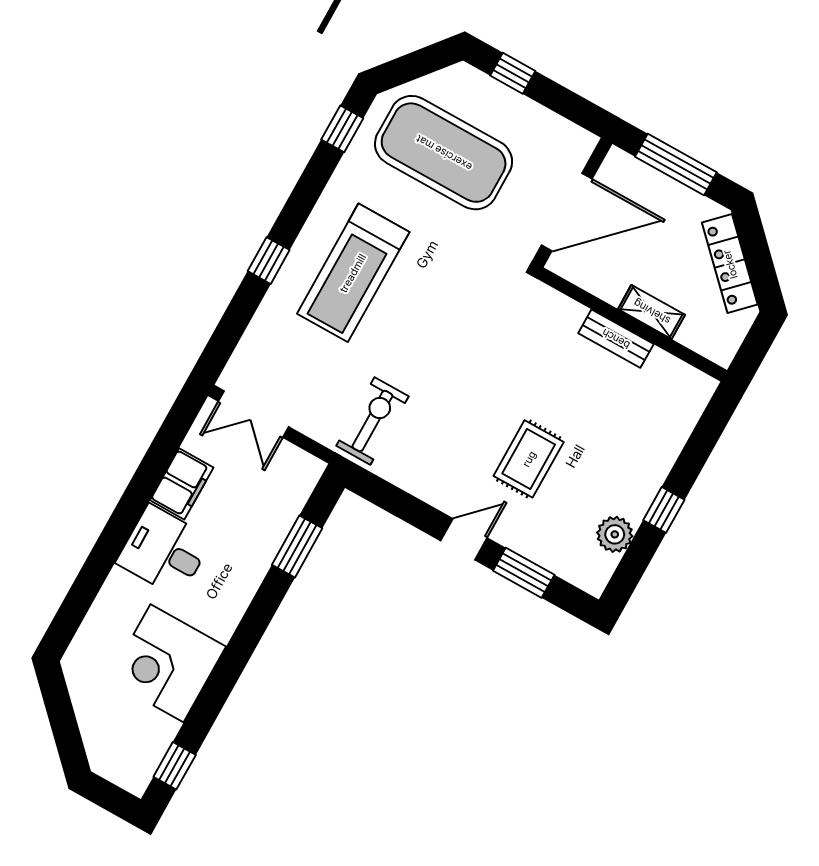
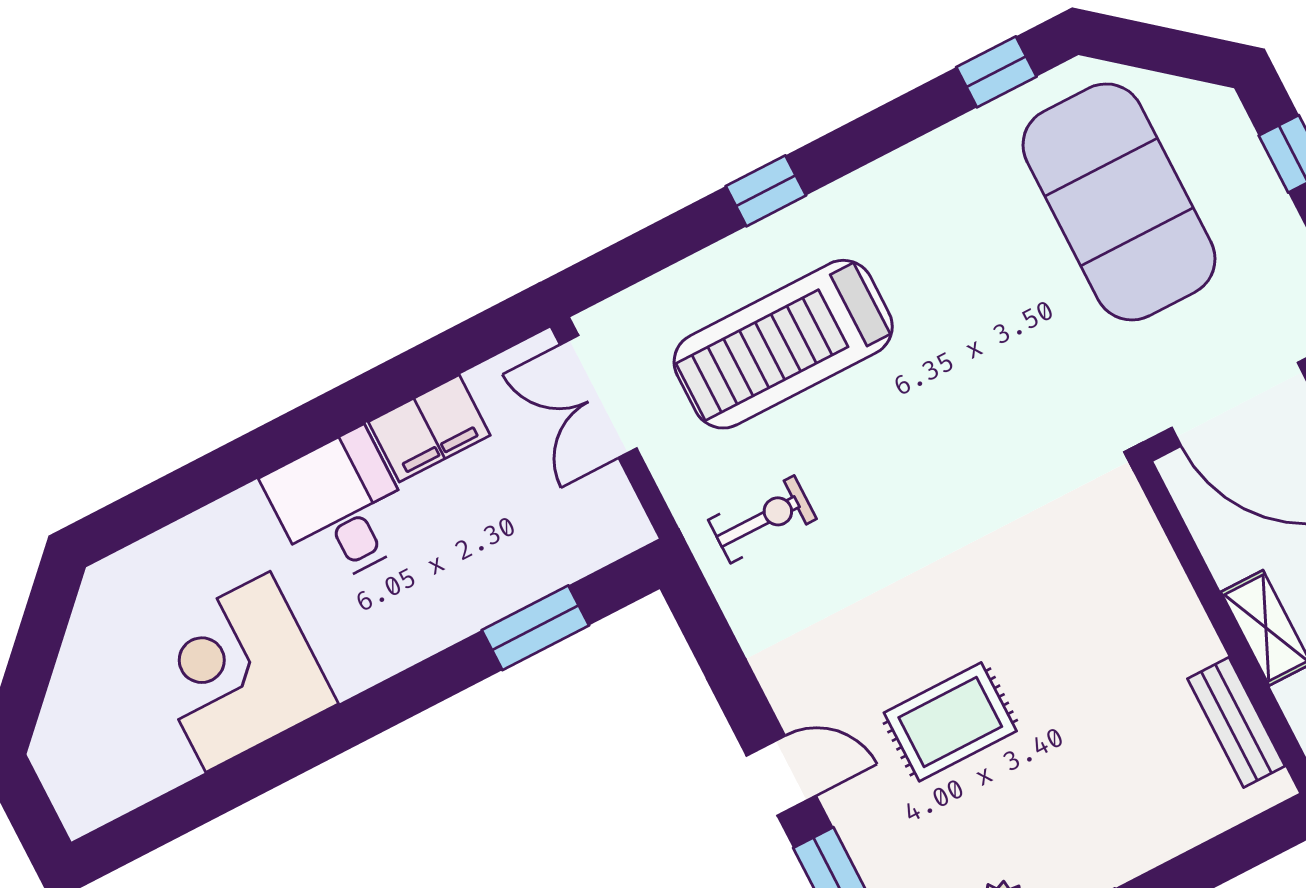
treadmill: (353, 273) -> (783, 344), moved
bench: (616, 339) -> (1236, 722), moved
exercise bike: (372, 421) -> (762, 519), width x0.73, depth x0.72
window: (175, 766) -> (151, 826), removed

